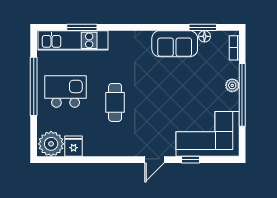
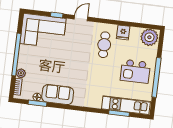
plant: (232, 85) -> (21, 73), moved
cafe table: (115, 102) -> (104, 45), moved
fridge: (74, 146) -> (123, 32), moved

